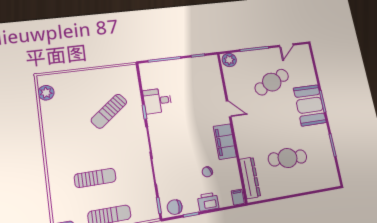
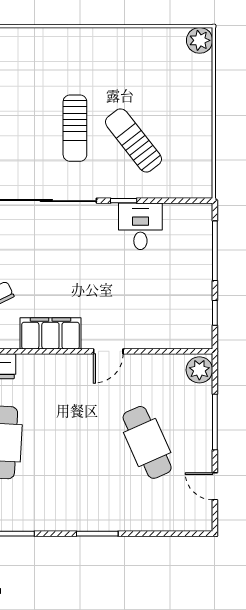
plant: (46, 93) -> (200, 40), moved
booth: (310, 105) -> (93, 506), removed
sun lounger: (95, 178) -> (75, 128), moved

